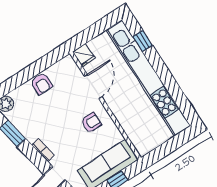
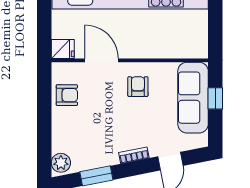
armchair: (42, 84) -> (67, 95), moved

